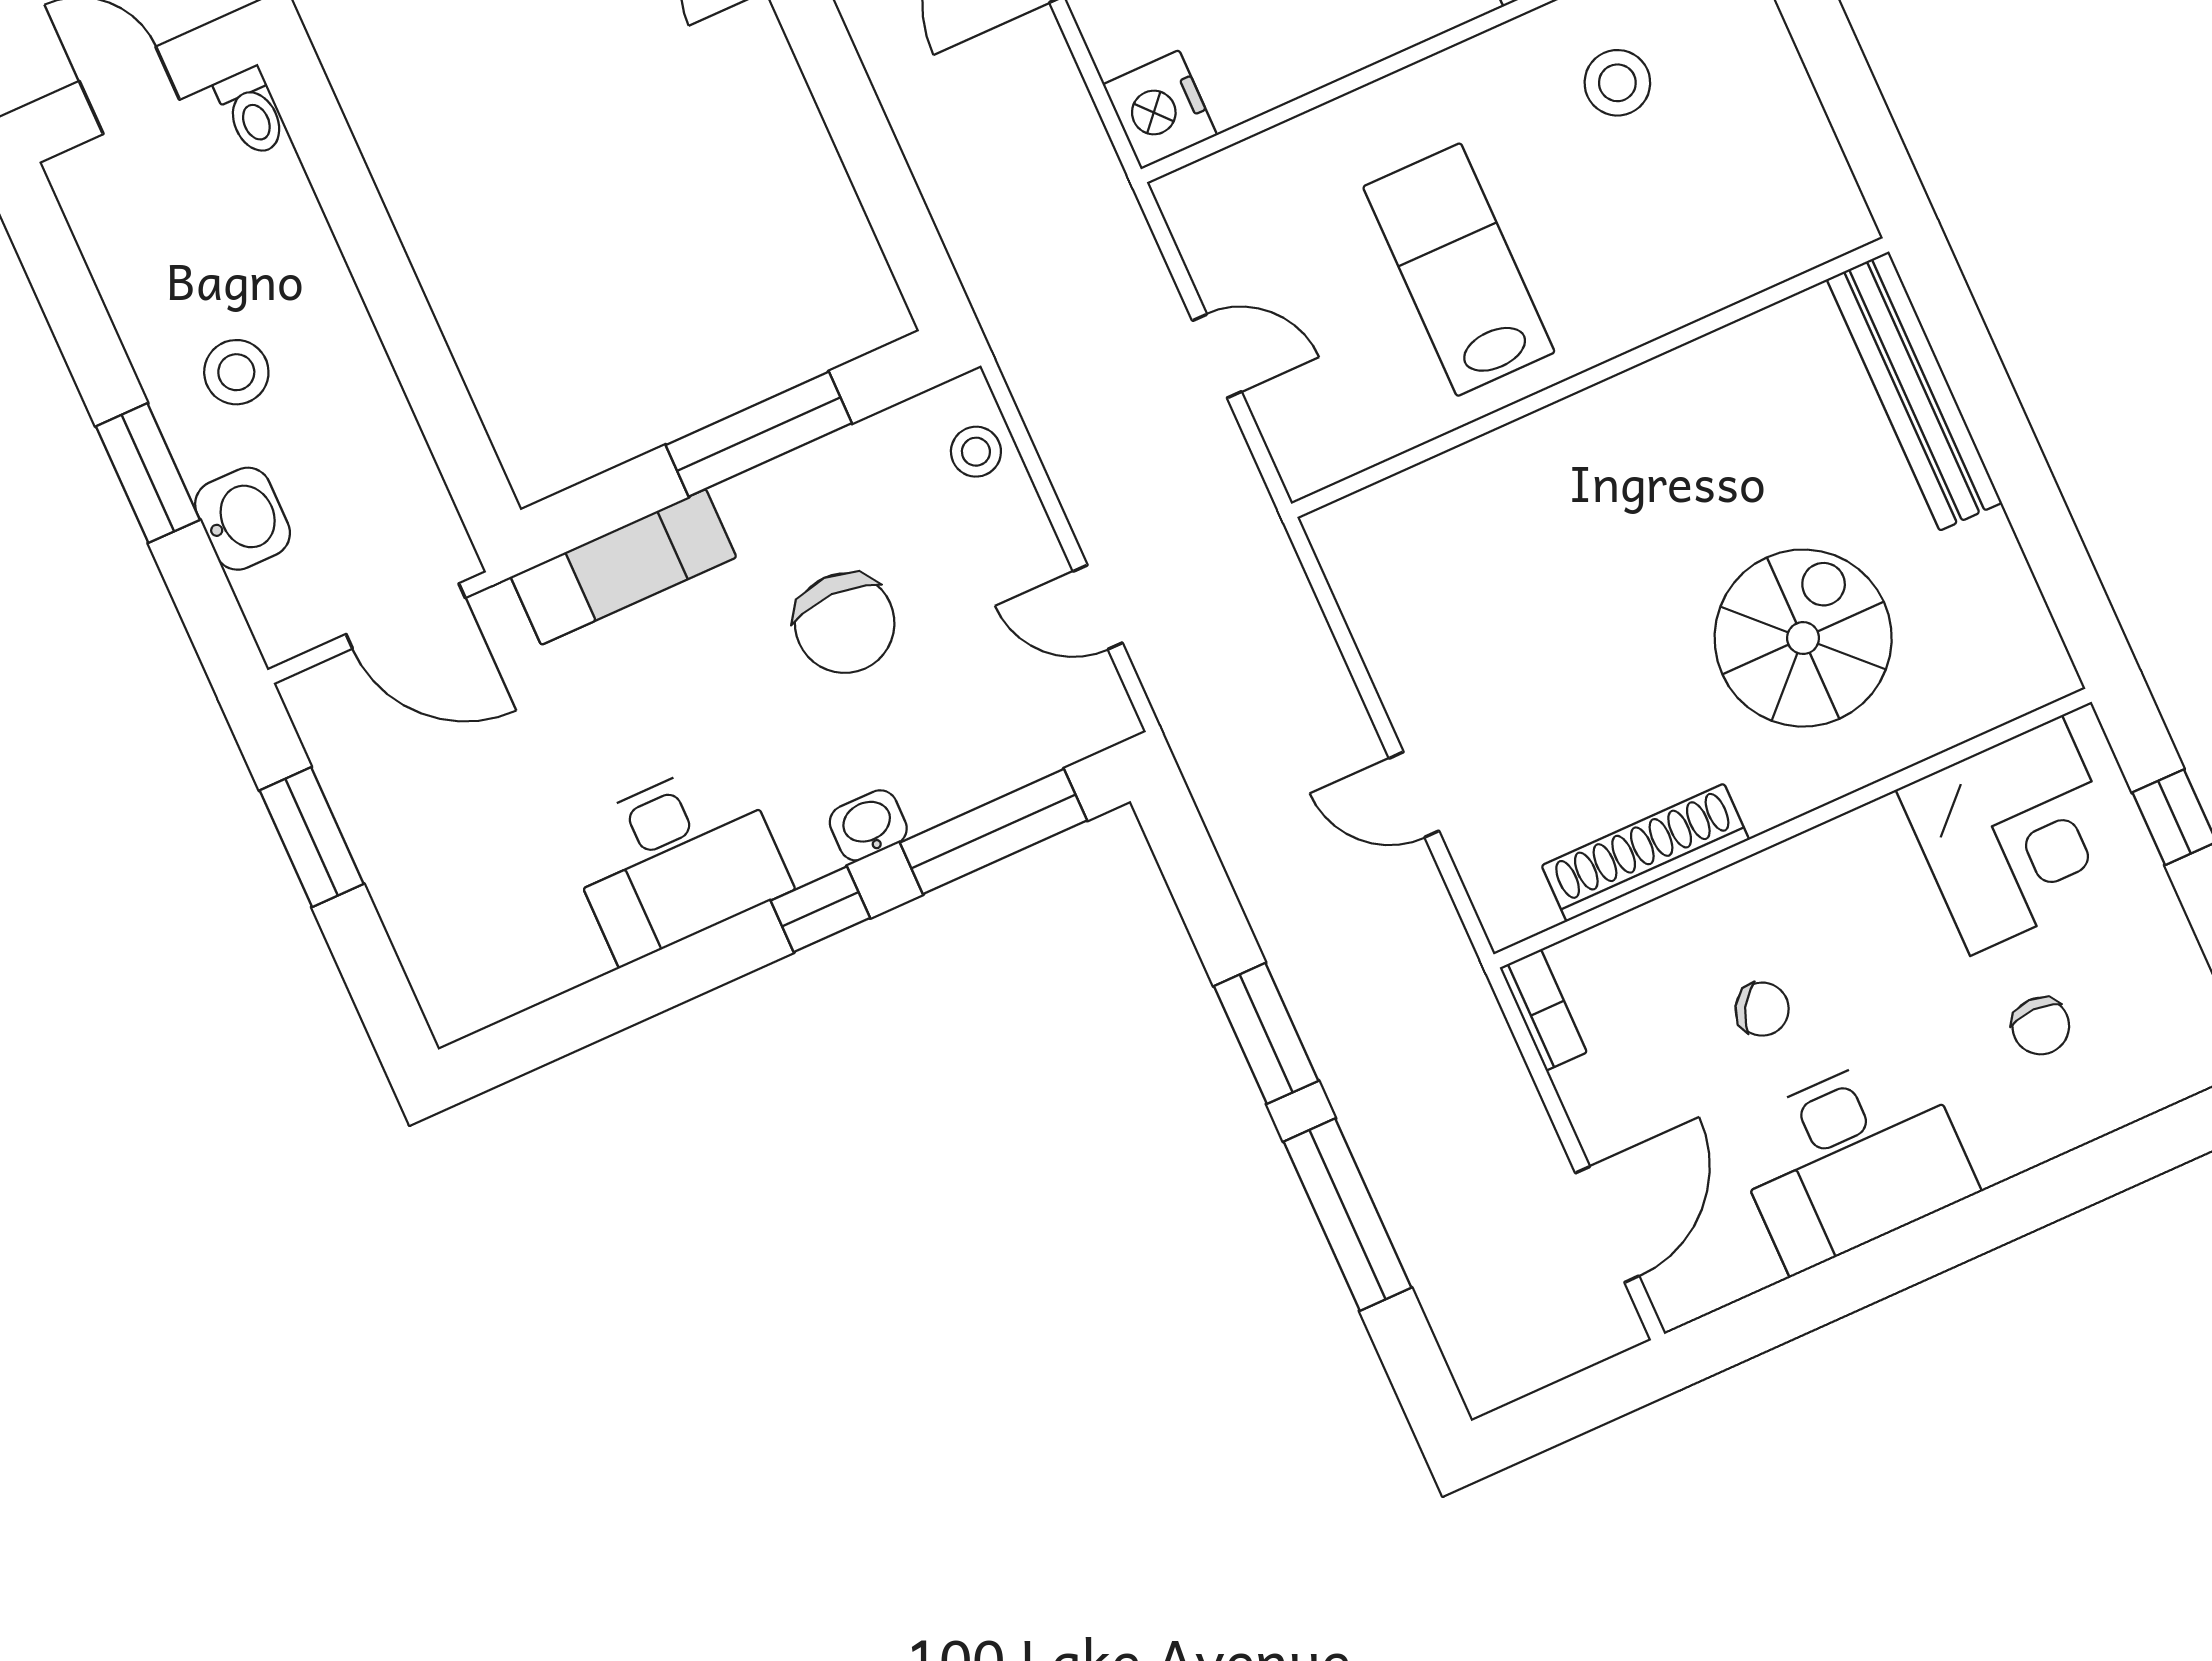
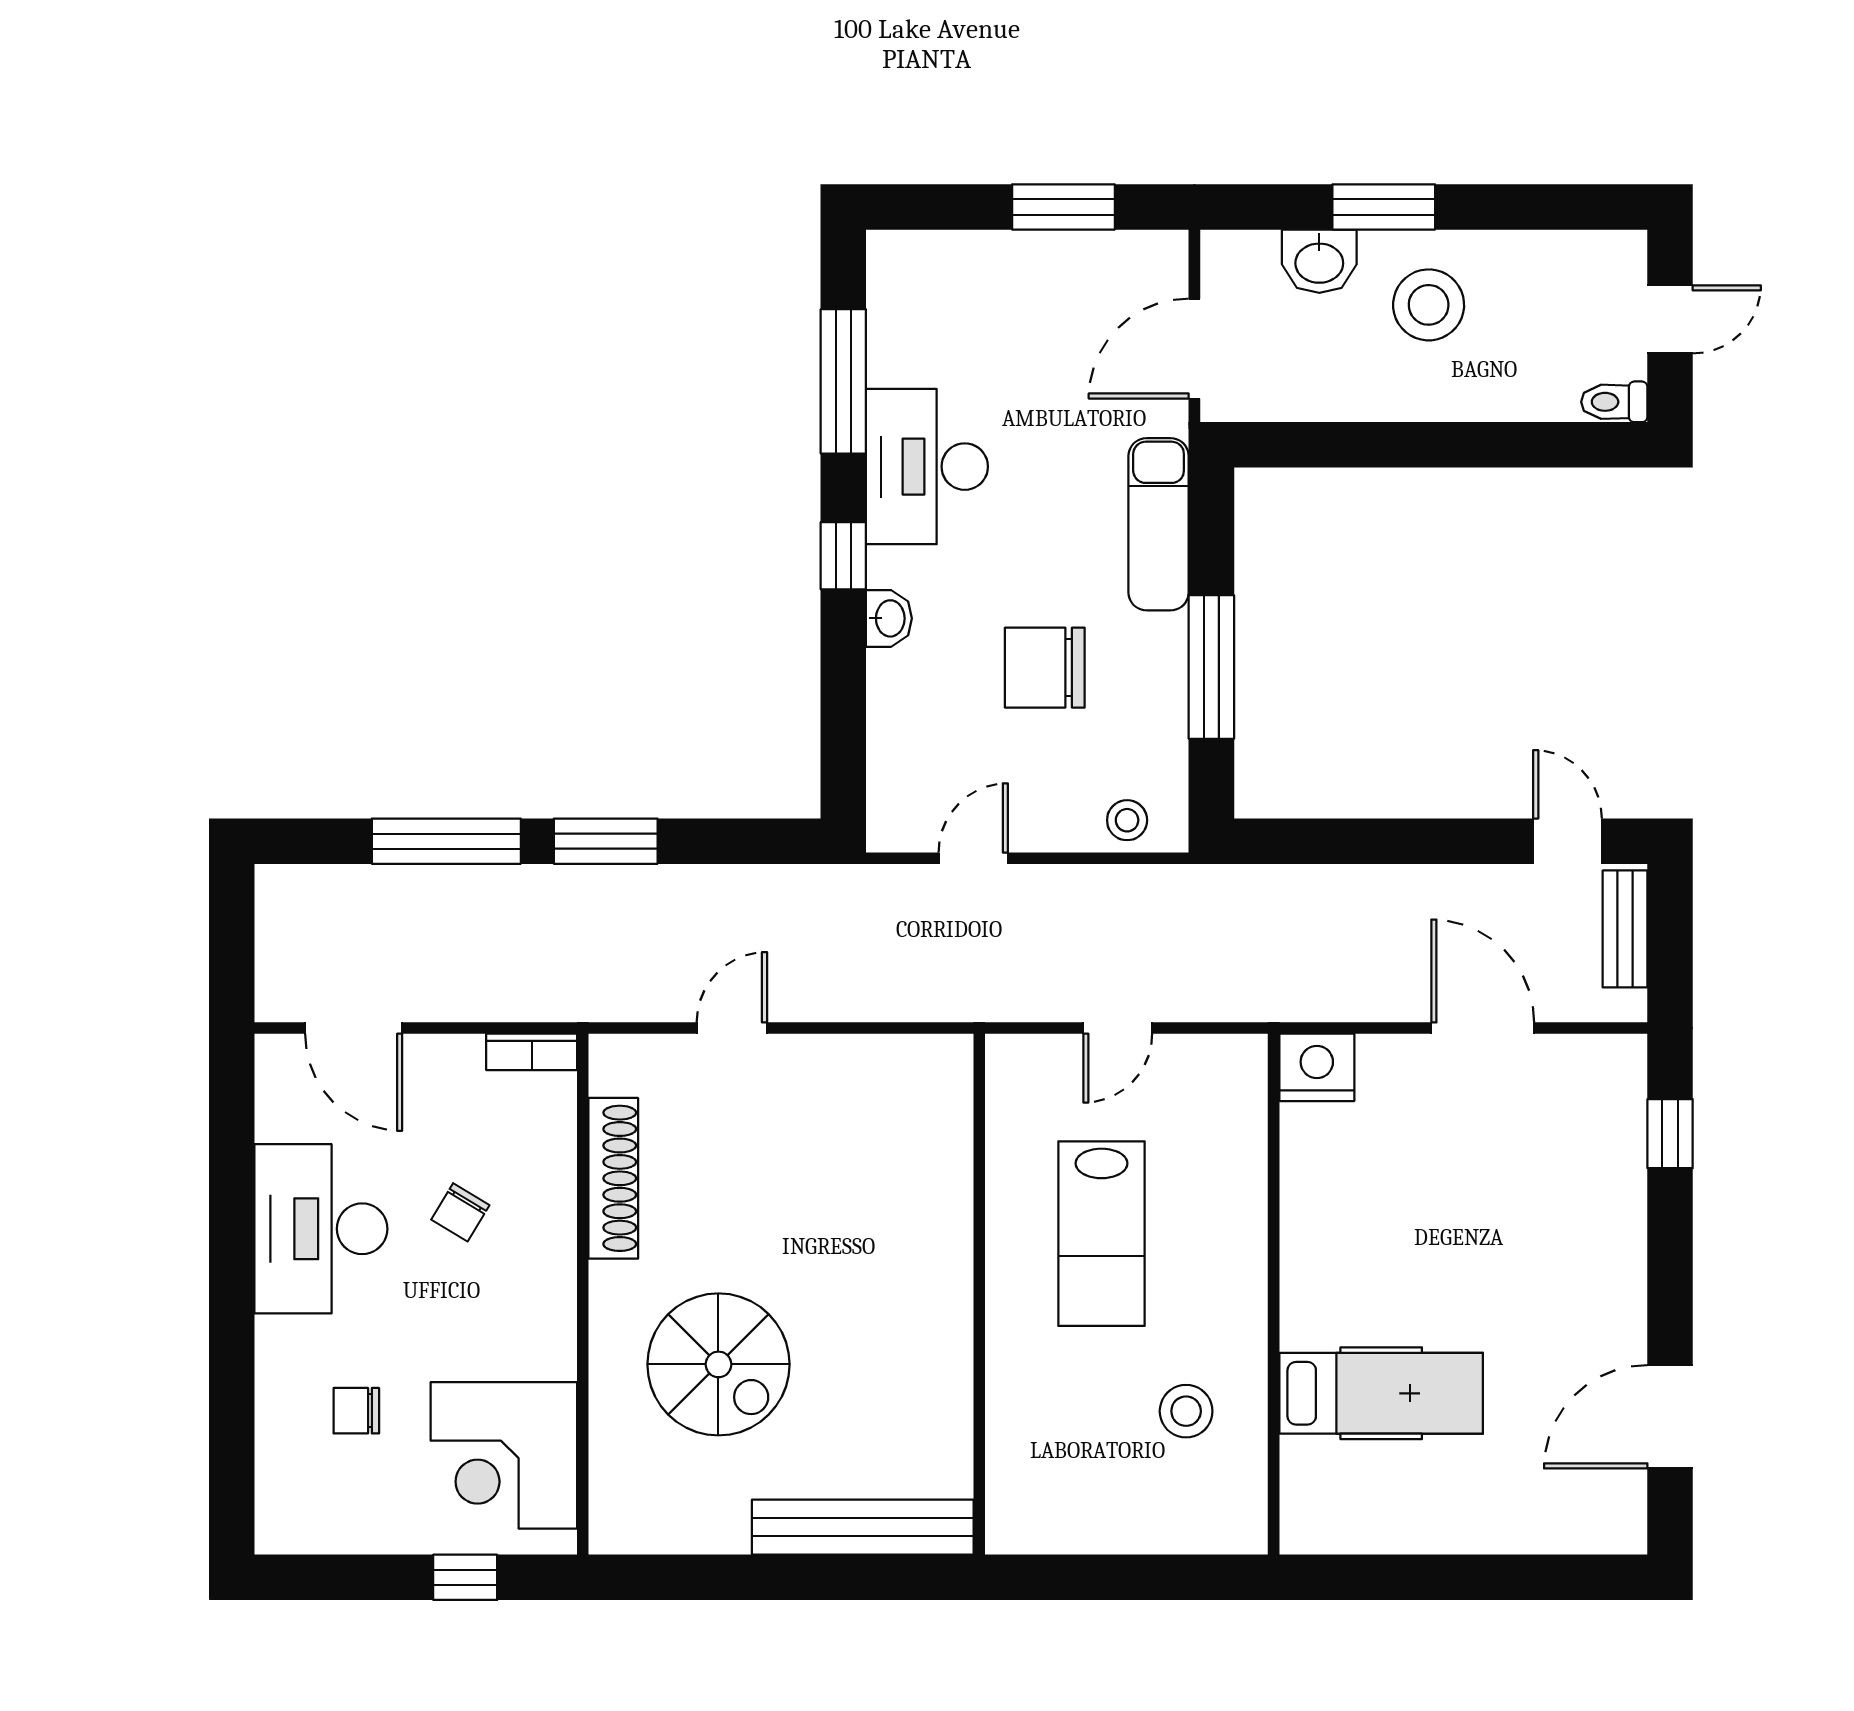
lab bench: (1459, 270) -> (1101, 1234), turned 90
stool: (236, 372) -> (1429, 305), width x1.38, depth x1.38
window: (993, 831) -> (843, 381), moved

